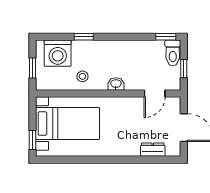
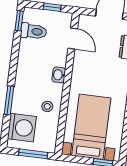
window: (84, 37) -> (9, 100), width x1.50
toilet: (173, 53) -> (34, 31), moved
window: (33, 68) -> (33, 154), width x1.50

